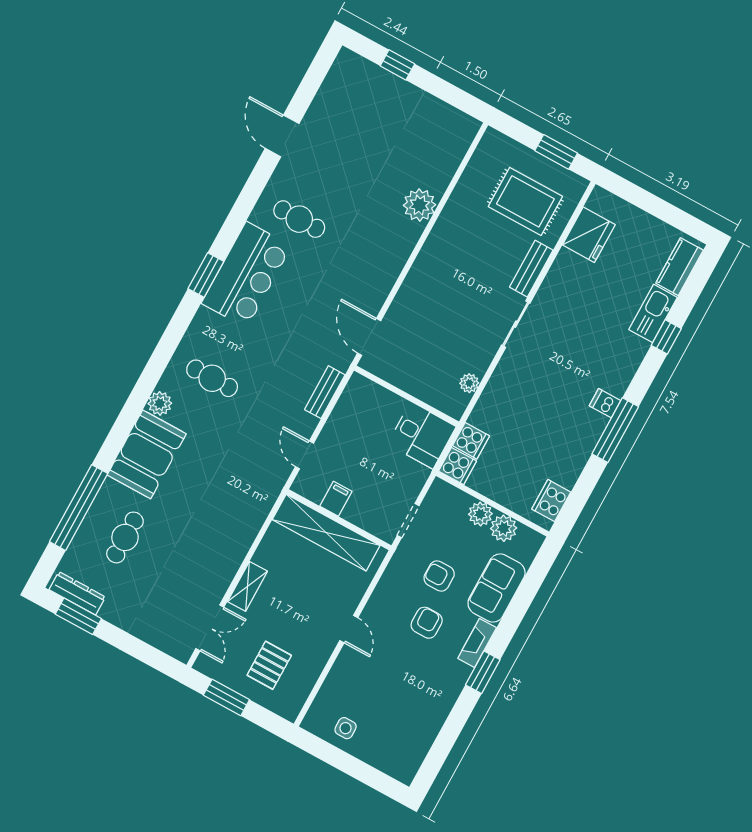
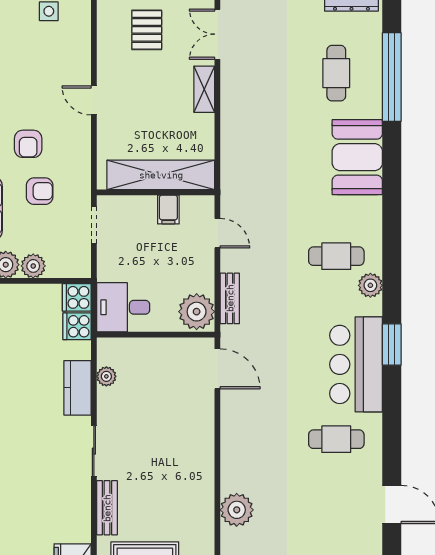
kitchen counter: (500, 387) -> (77, 388), added
plant: (360, 397) -> (197, 312), added
plant: (160, 403) -> (370, 285), moved

